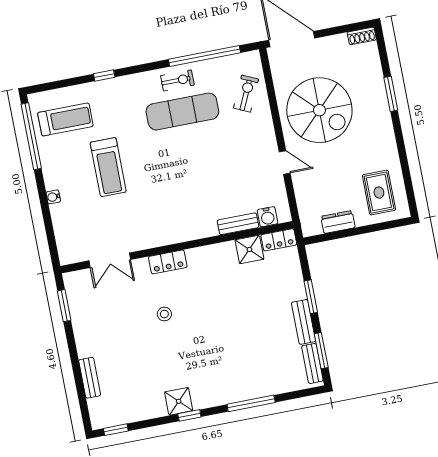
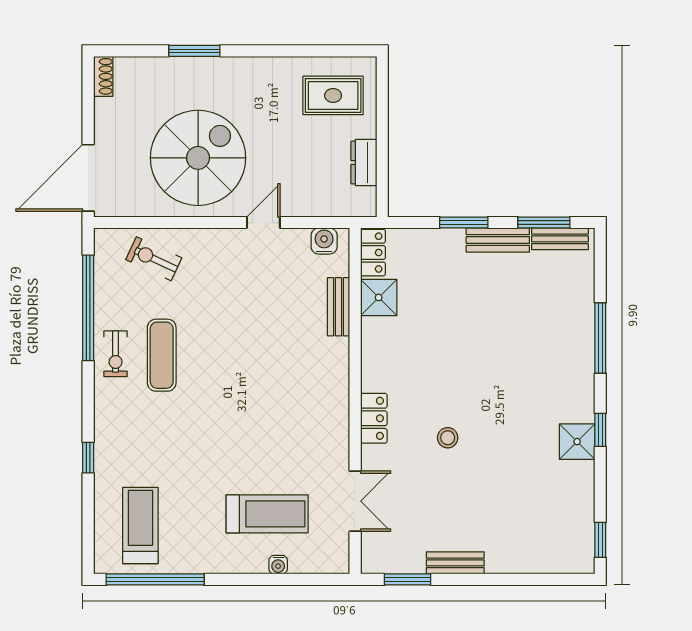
exercise bike: (177, 80) -> (116, 354), turned 180
exercise mat: (182, 112) -> (162, 355), width x0.73, depth x0.69
treadmill: (108, 167) -> (267, 514), moved
water cooler: (53, 197) -> (278, 565), moved
water cooler: (267, 217) -> (324, 241), moved, turned -90
bench: (90, 378) -> (455, 563), moved

